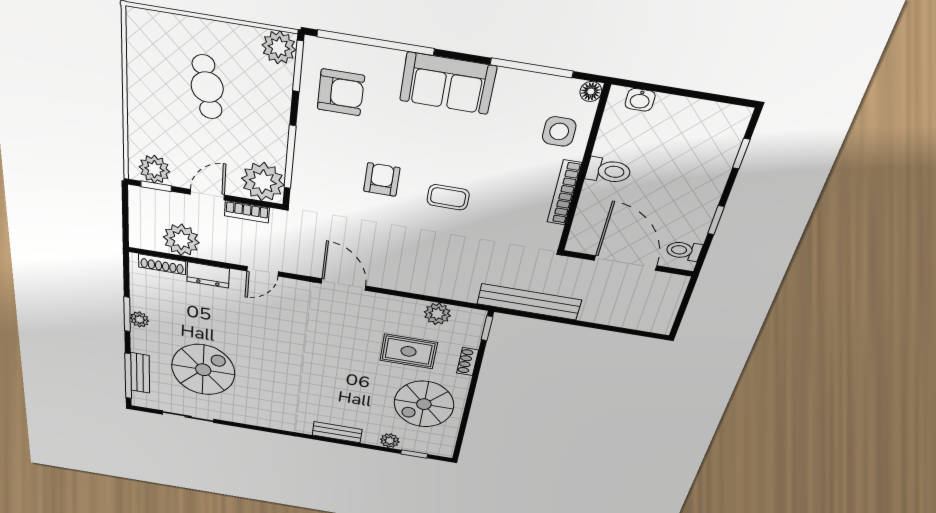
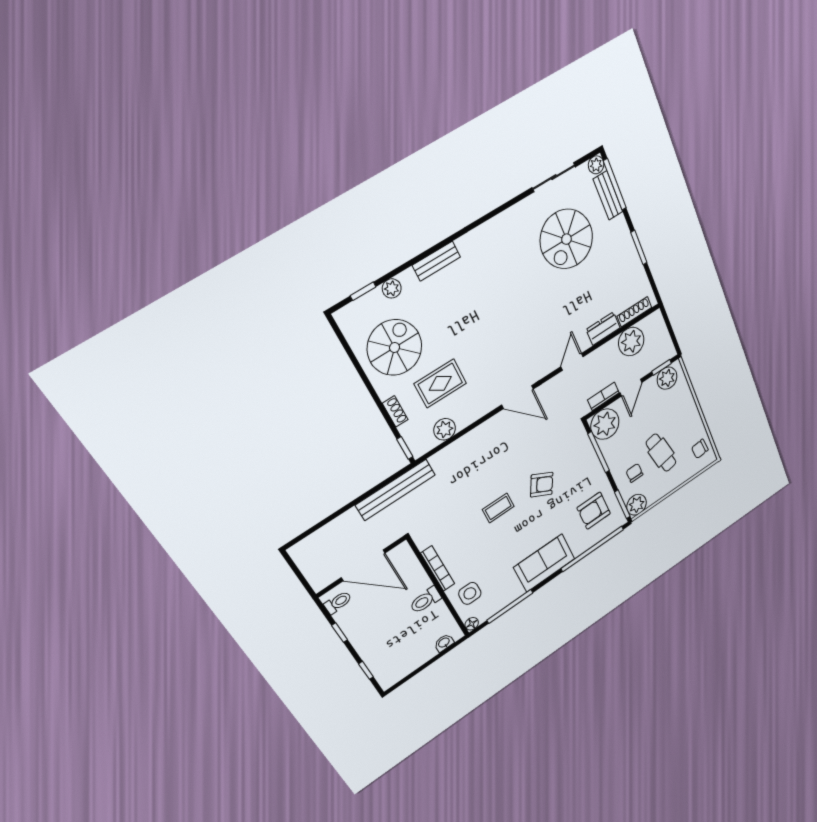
chair: (147, 44) -> (700, 449), added
chair: (258, 93) -> (634, 473), added
armchair: (382, 180) -> (542, 485), turned -62
plant: (139, 320) -> (596, 165), moved

